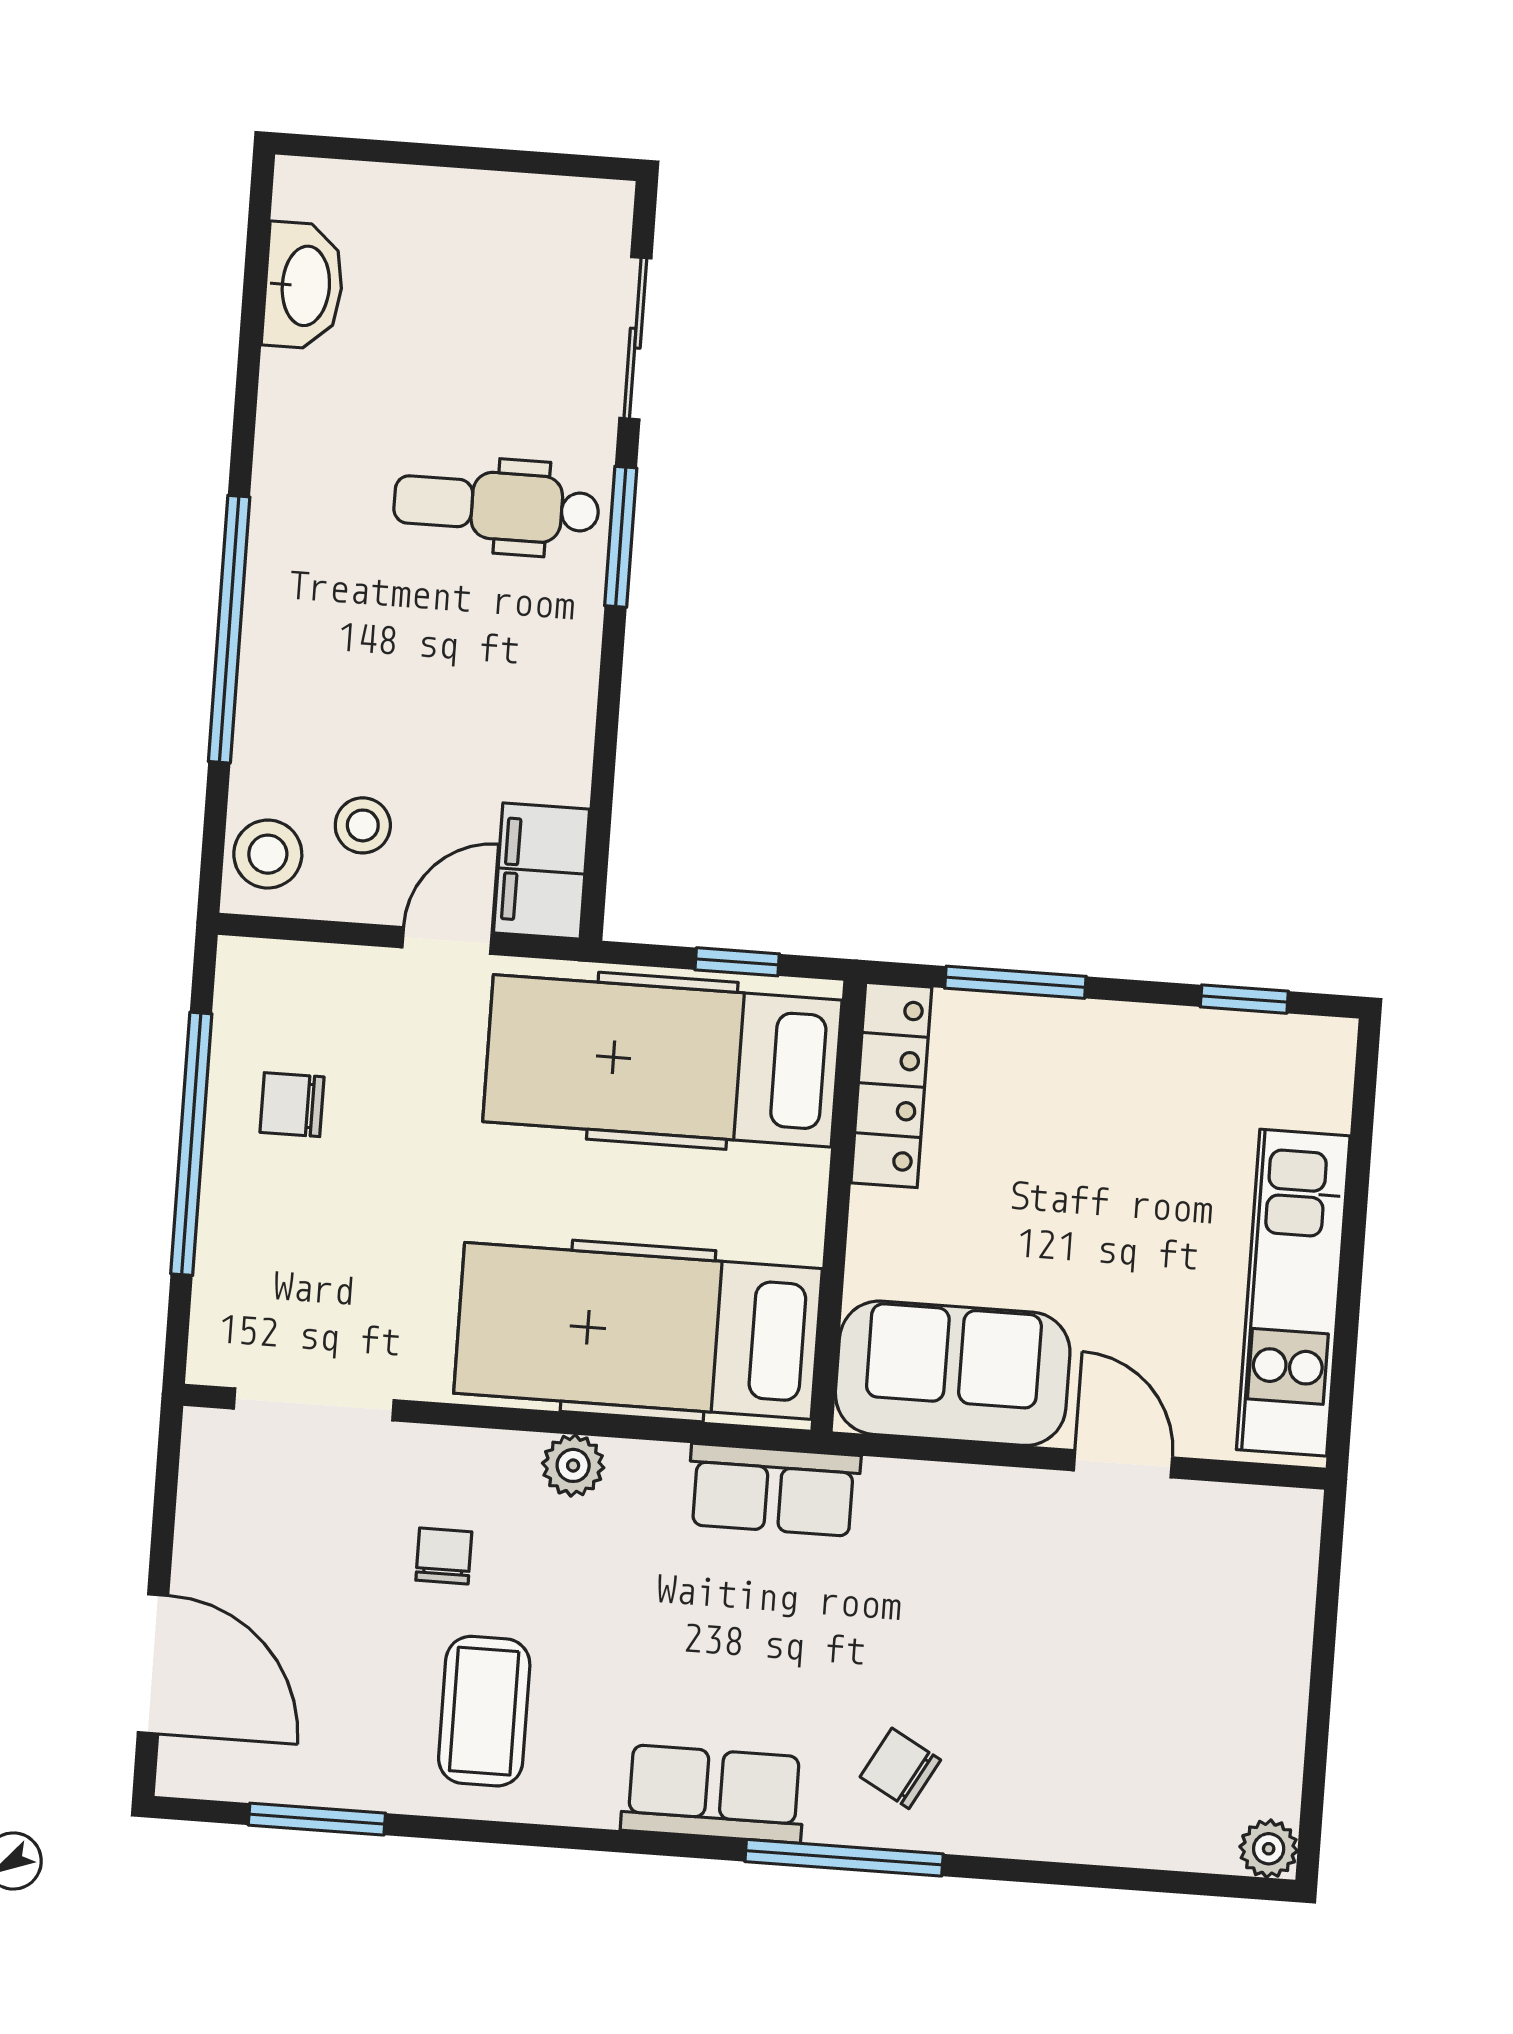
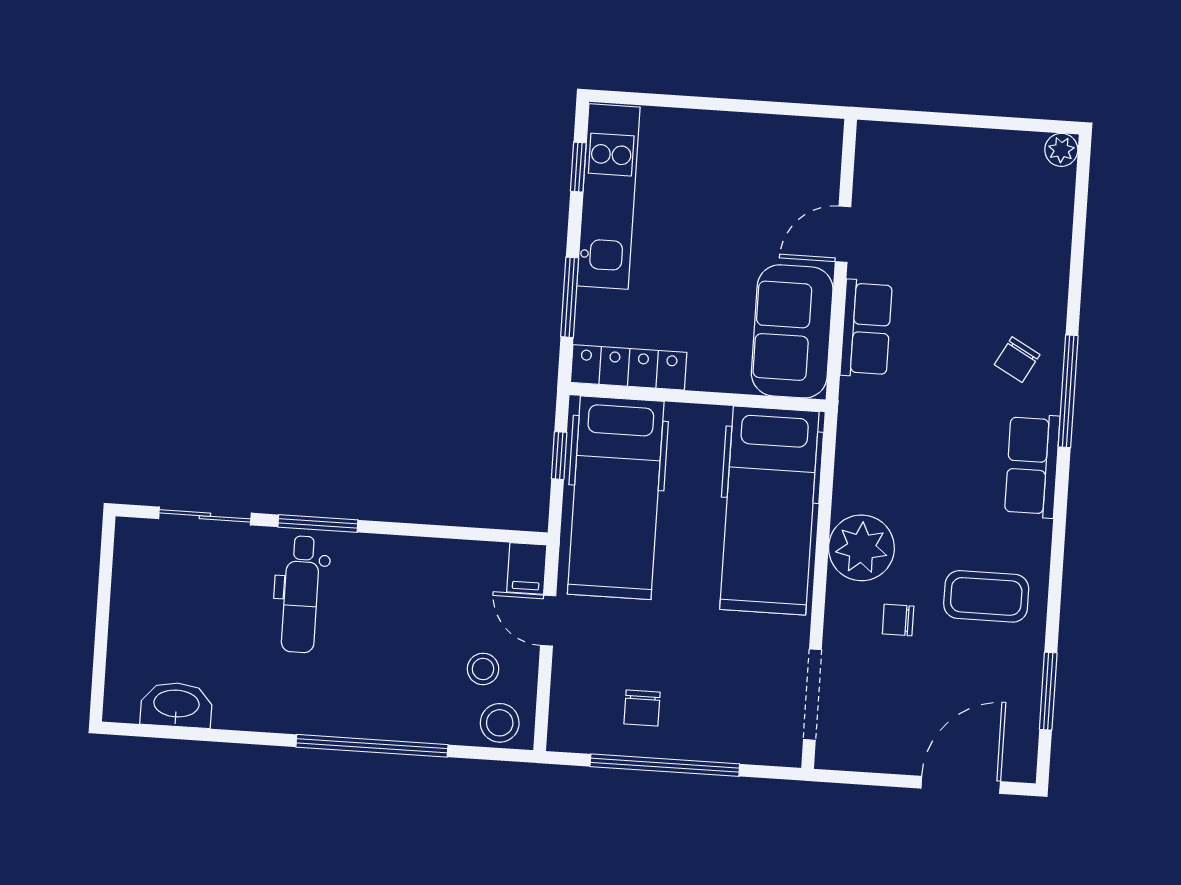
filing cabinet: (541, 871) -> (527, 568), width x0.50
kitchen unit: (1293, 1293) -> (608, 197), moved, turned -90
plant: (573, 1465) -> (861, 548), width x1.87, depth x1.87
row of seats: (774, 1490) -> (866, 329), moved

